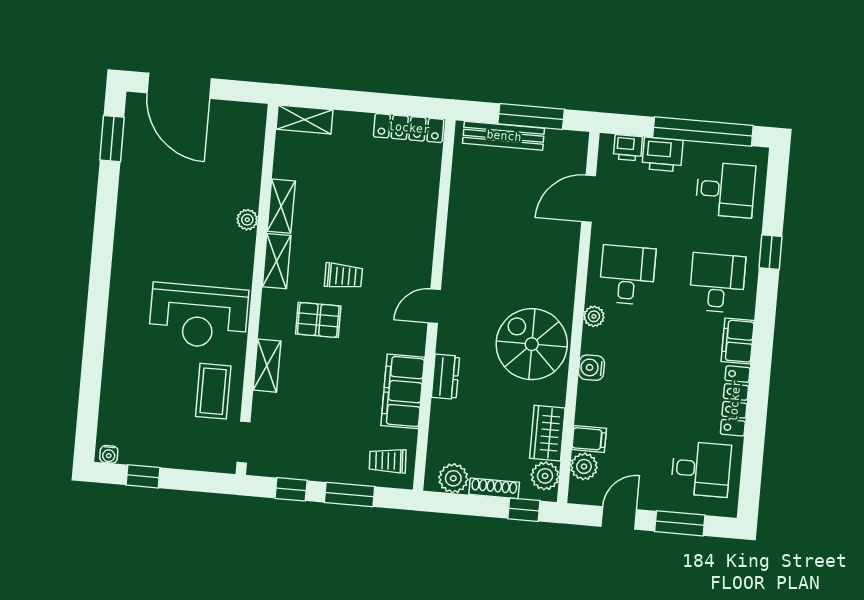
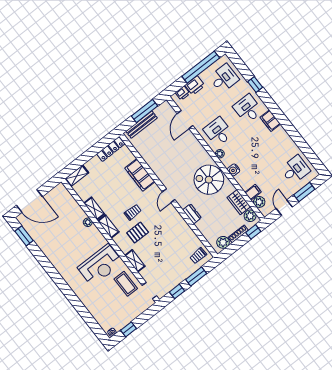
filing cabinet: (403, 391) -> (140, 175), moved
locker: (735, 401) -> (286, 139), removed

